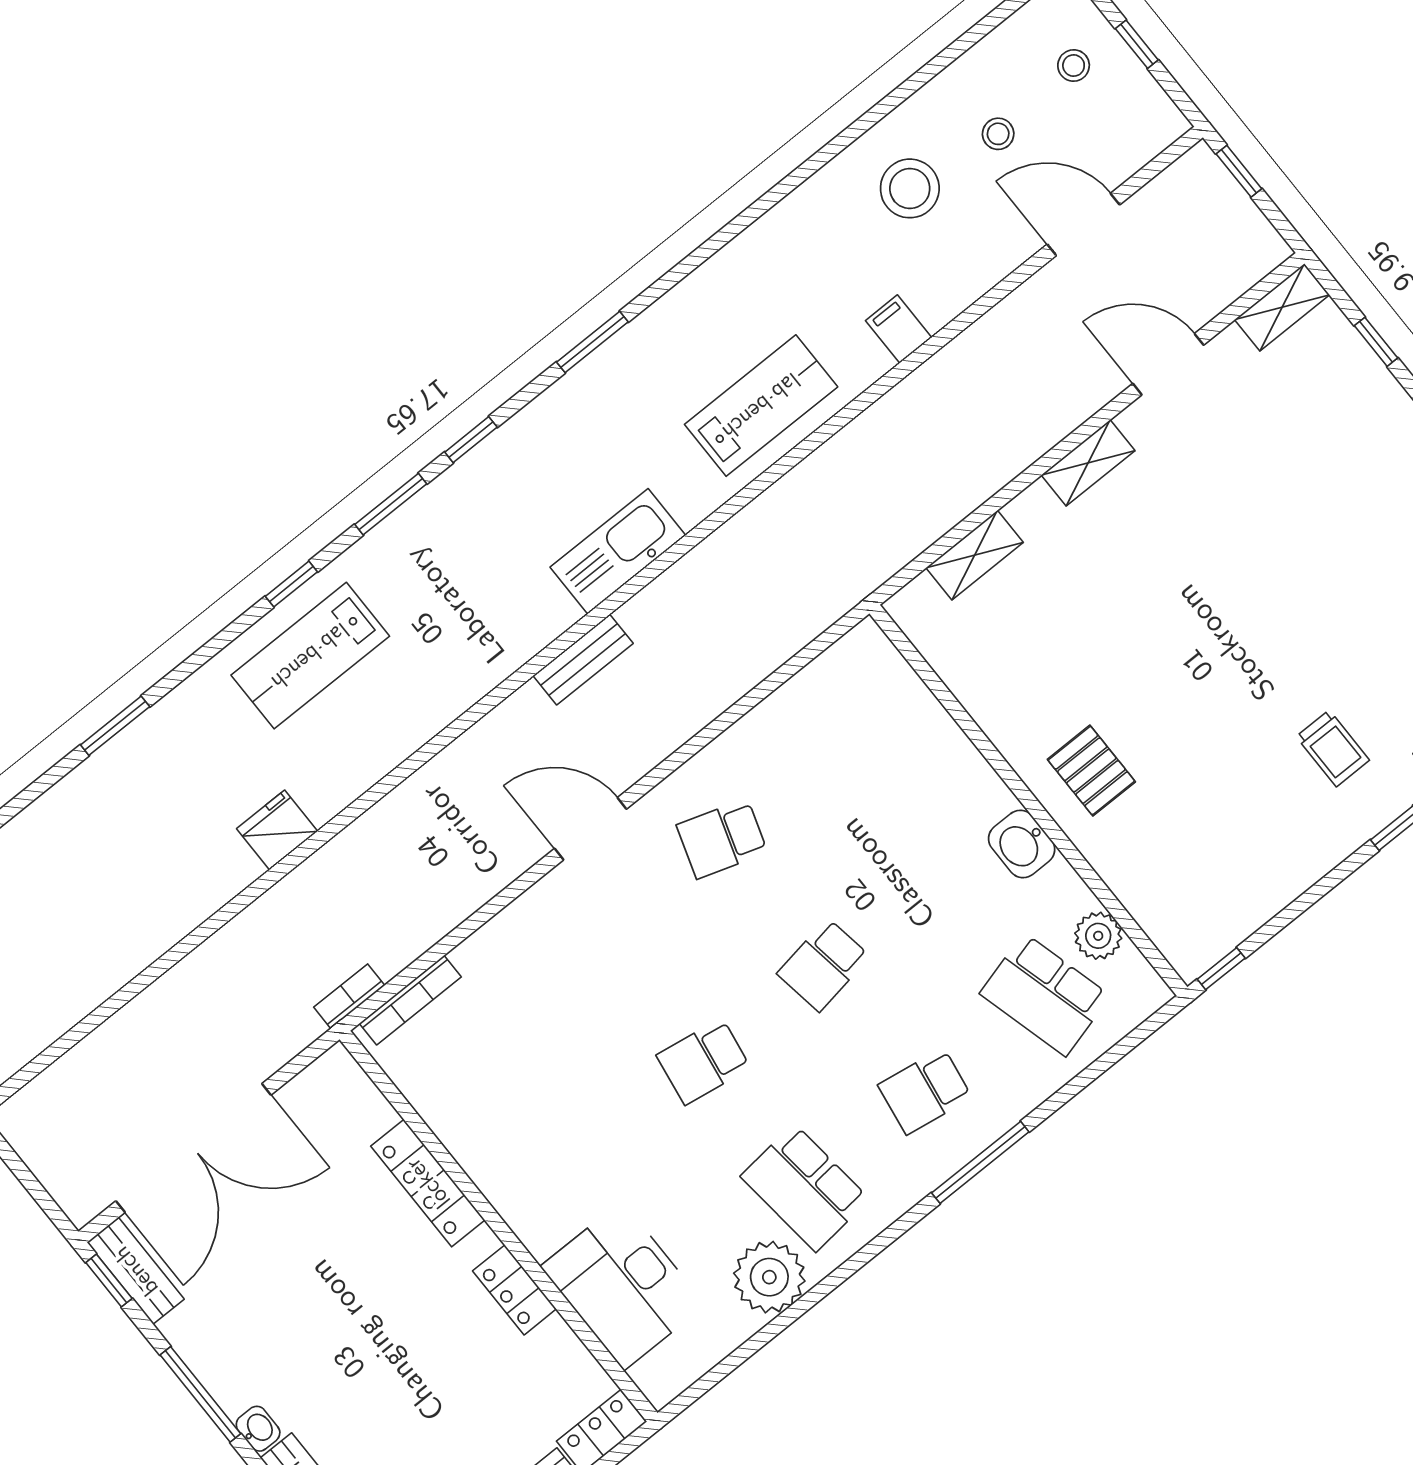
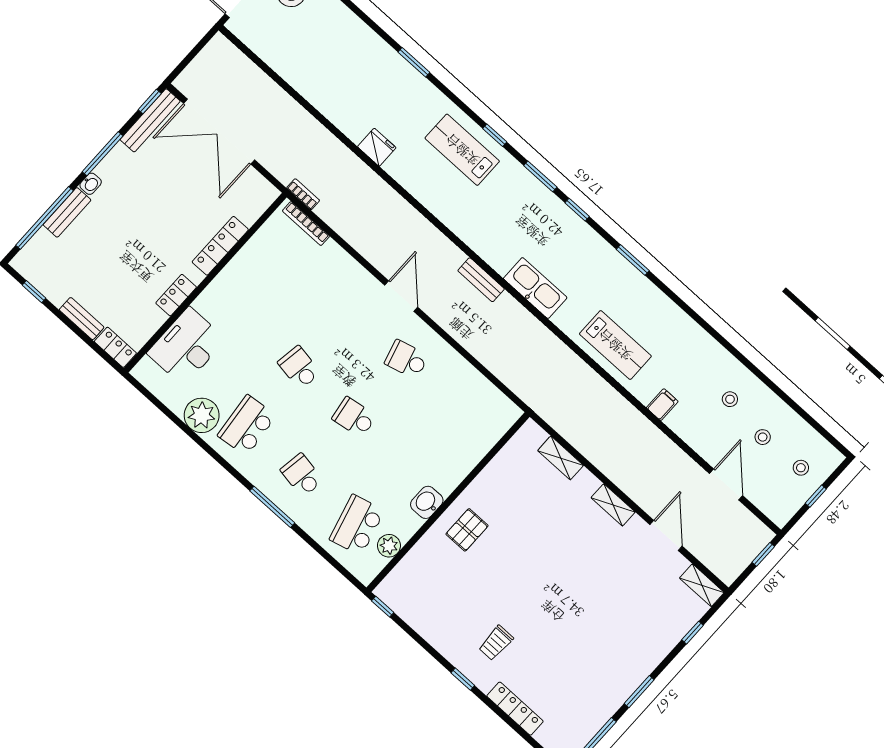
stool: (910, 188) -> (730, 399), width x0.53, depth x0.53
school desk: (722, 839) -> (406, 359), turned -33
bench: (136, 1271) -> (150, 120), width x1.36

